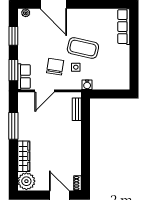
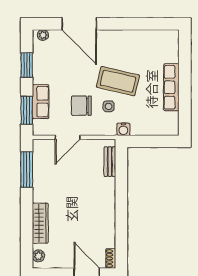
row of seats: (124, 27) -> (171, 87), moved
chair: (55, 67) -> (81, 106), turned -99
row of seats: (24, 77) -> (41, 102), moved
window: (13, 126) -> (27, 170), moved
plant: (26, 181) -> (39, 256), width x0.53, depth x0.53

